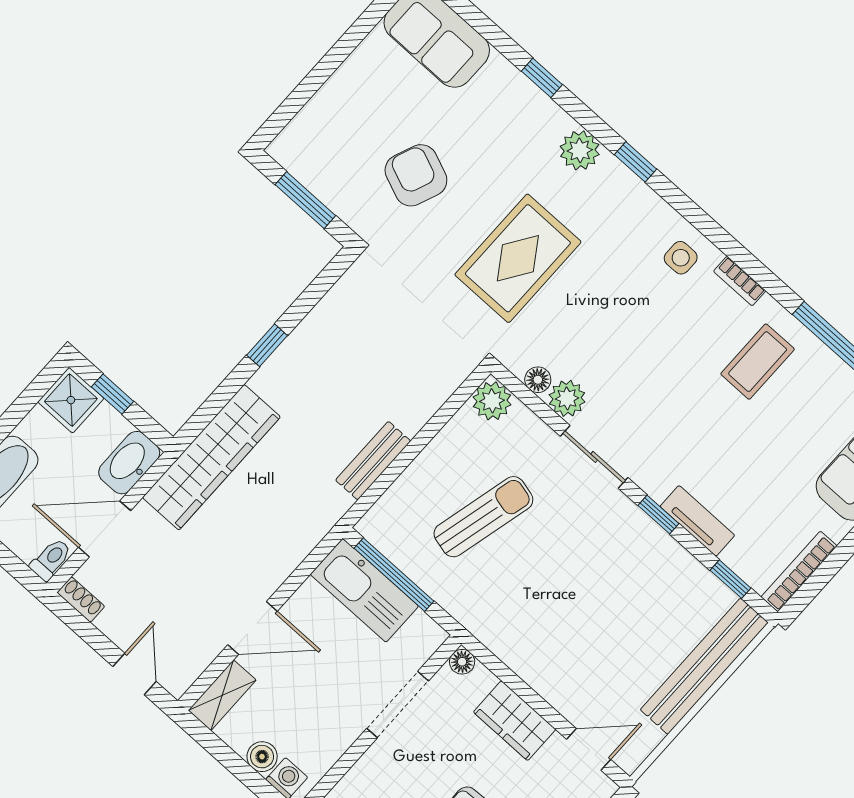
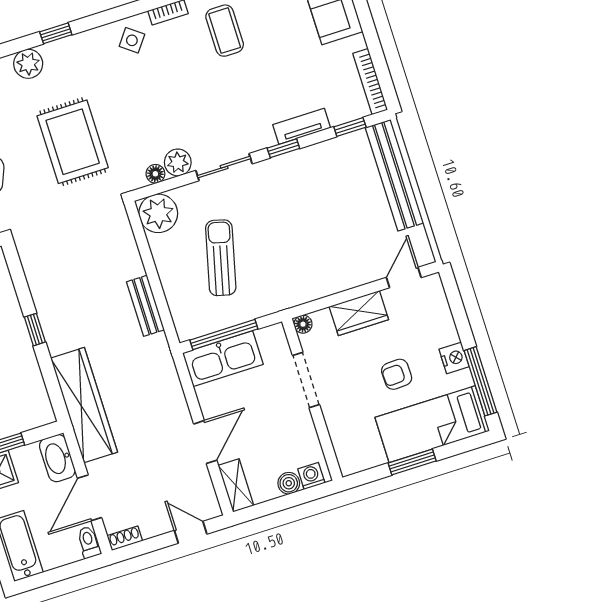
side table: (681, 258) -> (132, 40), turned 37
plant: (492, 401) -> (158, 213), width x1.36, depth x1.36

